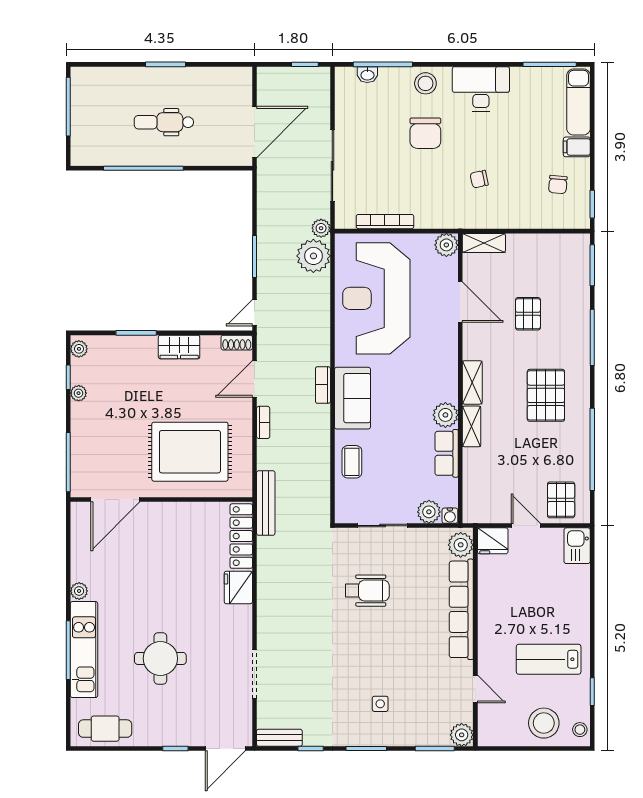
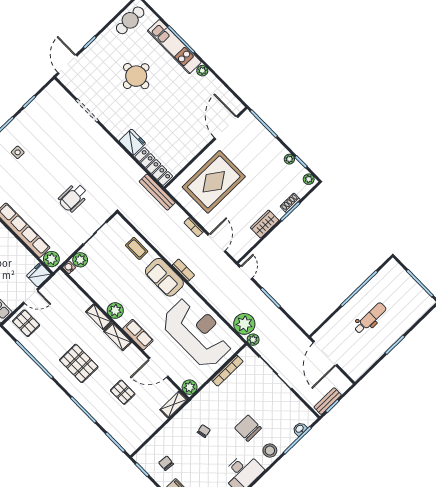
shoe rack: (237, 343) -> (290, 203), moved
row of seats: (447, 453) -> (138, 335), moved
bench: (279, 738) -> (328, 401), moved

